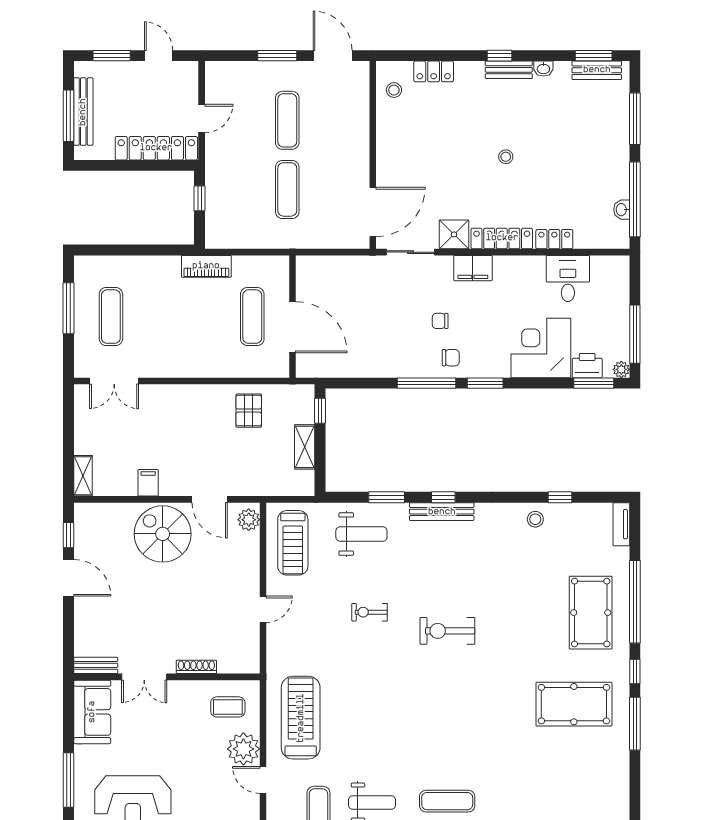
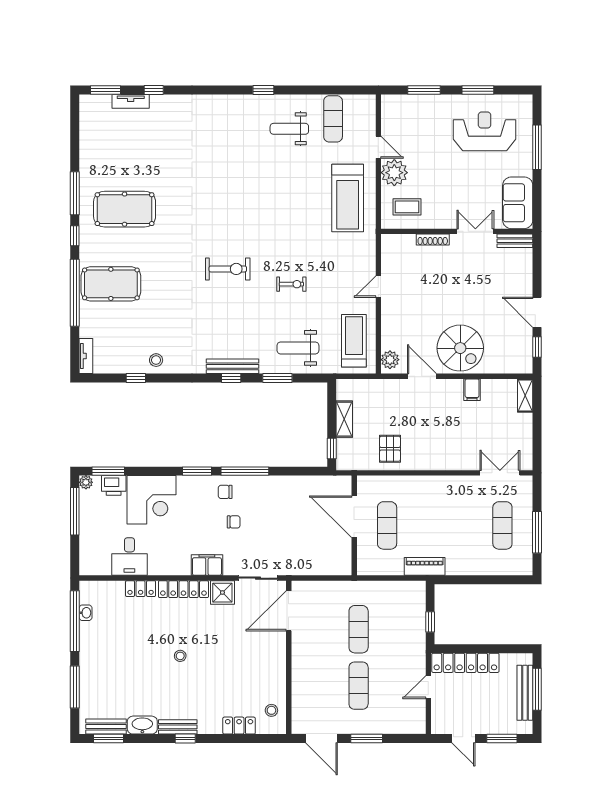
washbasin: (543, 69) -> (142, 725), width x1.91, depth x1.45
pool table: (591, 613) -> (111, 284), turned 90
exercise mat: (447, 801) -> (228, 130), removed

